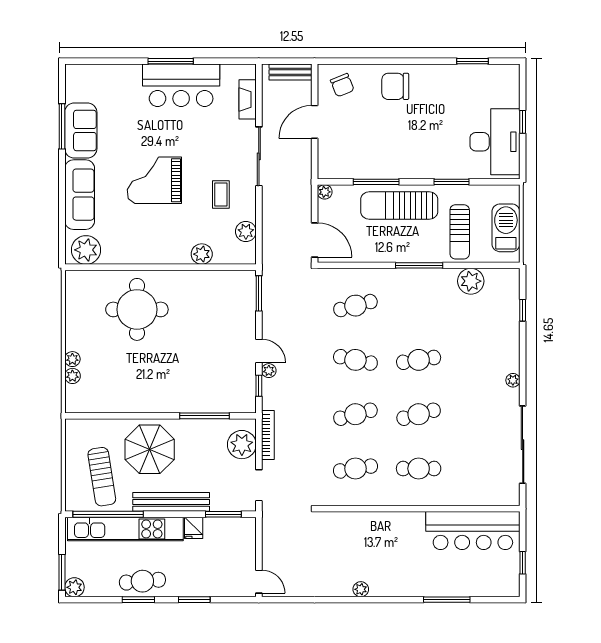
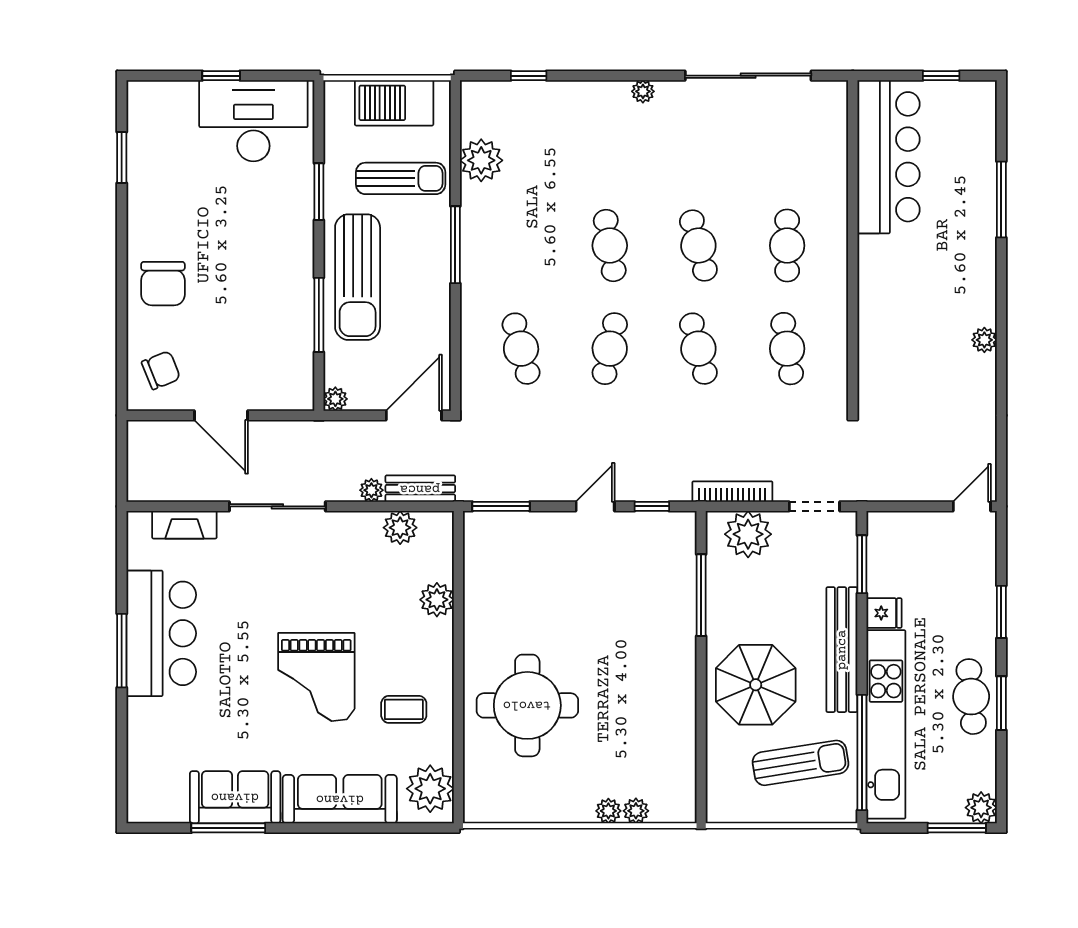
bench: (290, 72) -> (420, 489), moved, turned 90
coffee table: (221, 194) -> (404, 709), moved
plant: (269, 371) -> (371, 490), moved

